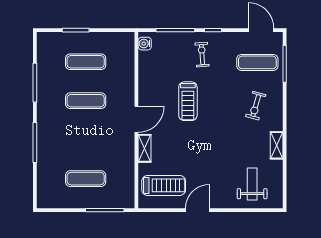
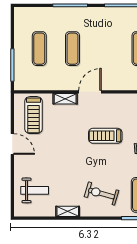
exercise mat: (86, 101) -> (72, 49), moved
exercise bike: (256, 106) -> (102, 194), width x1.38, depth x1.39
door: (136, 119) -> (90, 92), swing flipped

